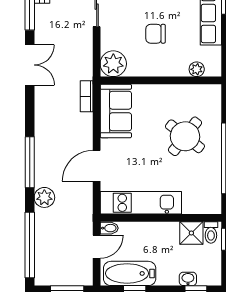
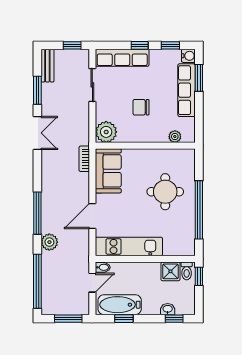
round table: (185, 136) -> (165, 192), turned -38

